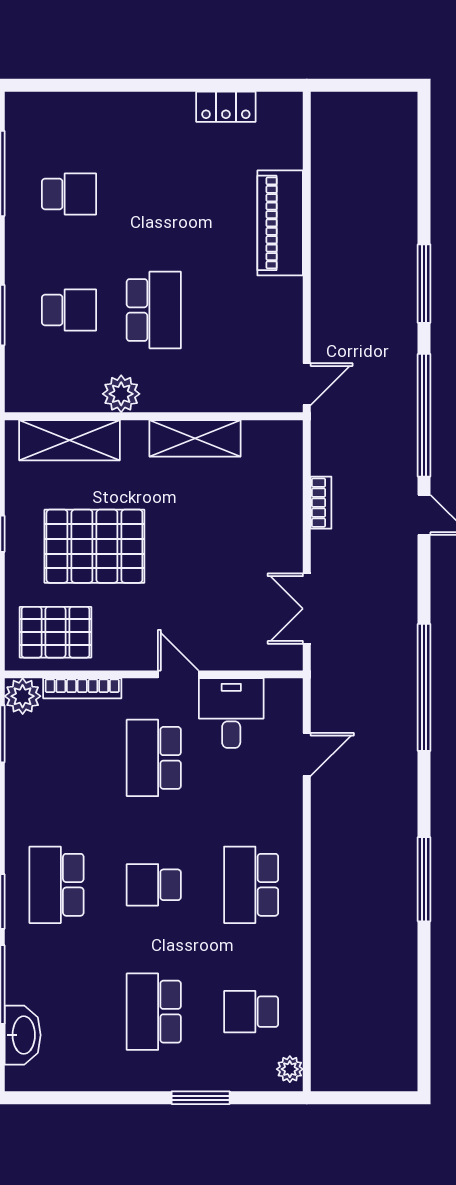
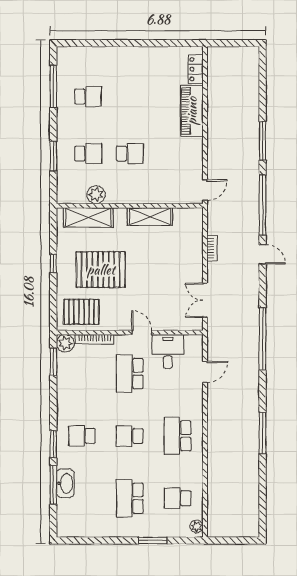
locker: (226, 107) -> (196, 69), moved, turned 90
school desk: (154, 310) -> (130, 154), width x0.54
plant: (121, 394) -> (96, 195), moved
school desk: (56, 885) -> (82, 436), width x0.54
washbasin: (23, 1035) -> (65, 483), moved

